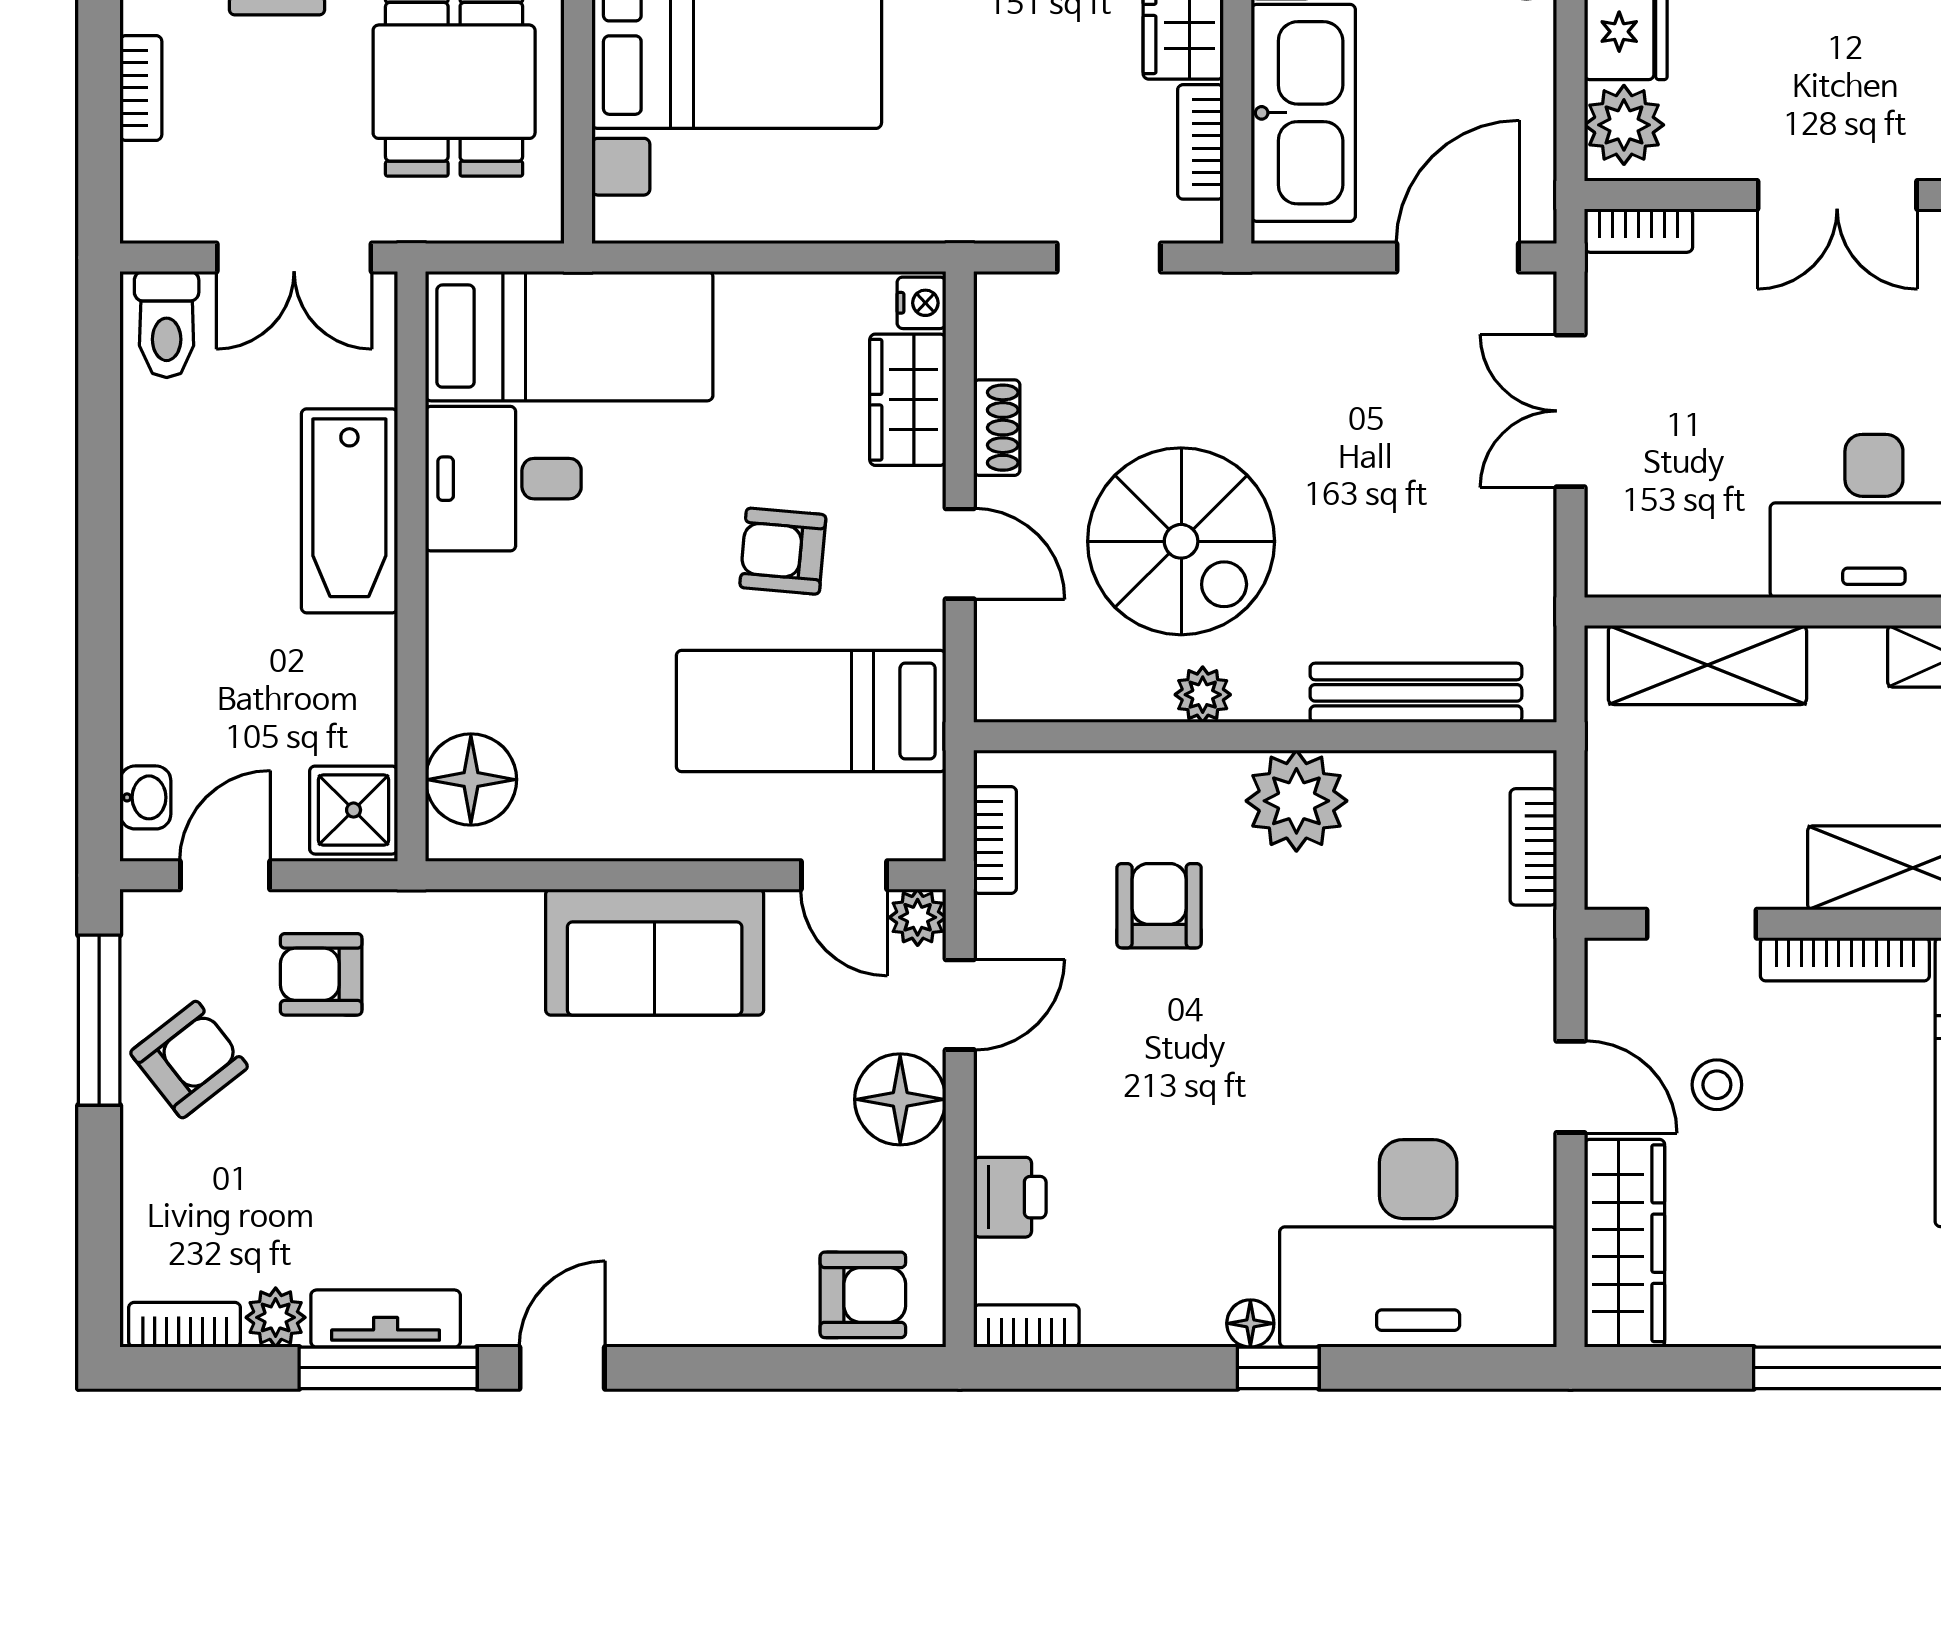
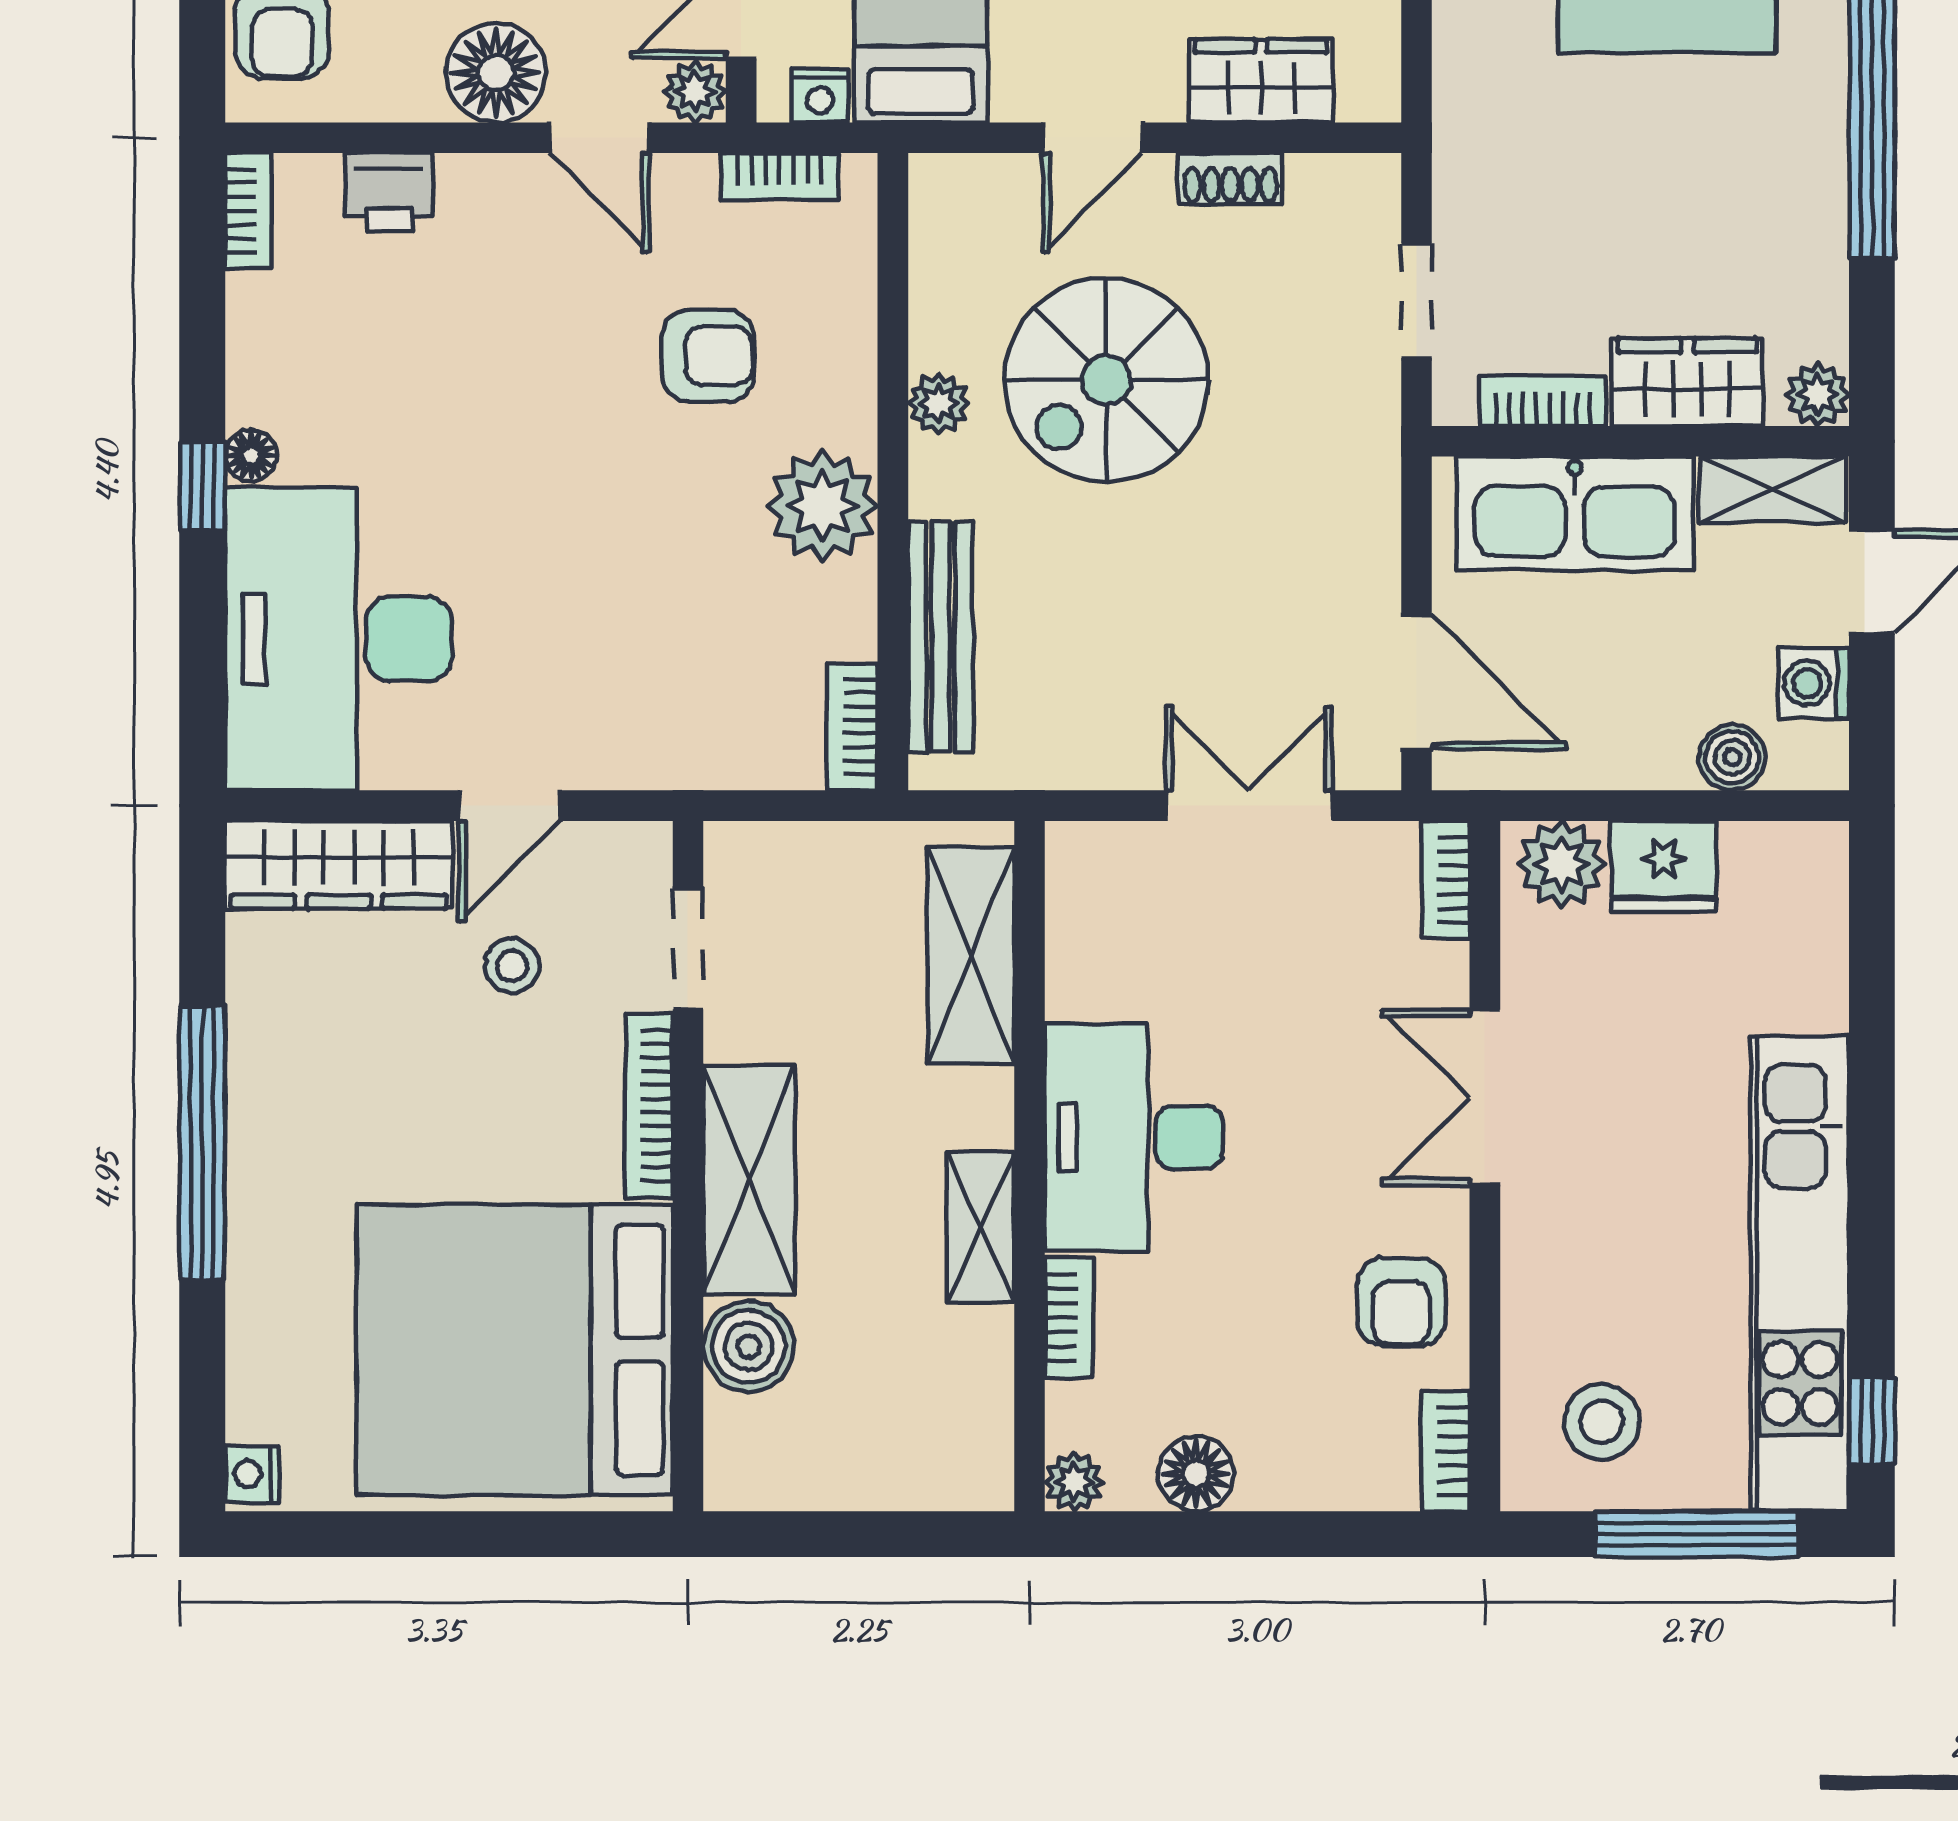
nightstand: (921, 303) -> (820, 96), moved
bookcase: (1533, 847) -> (852, 727), moved, turned -90

